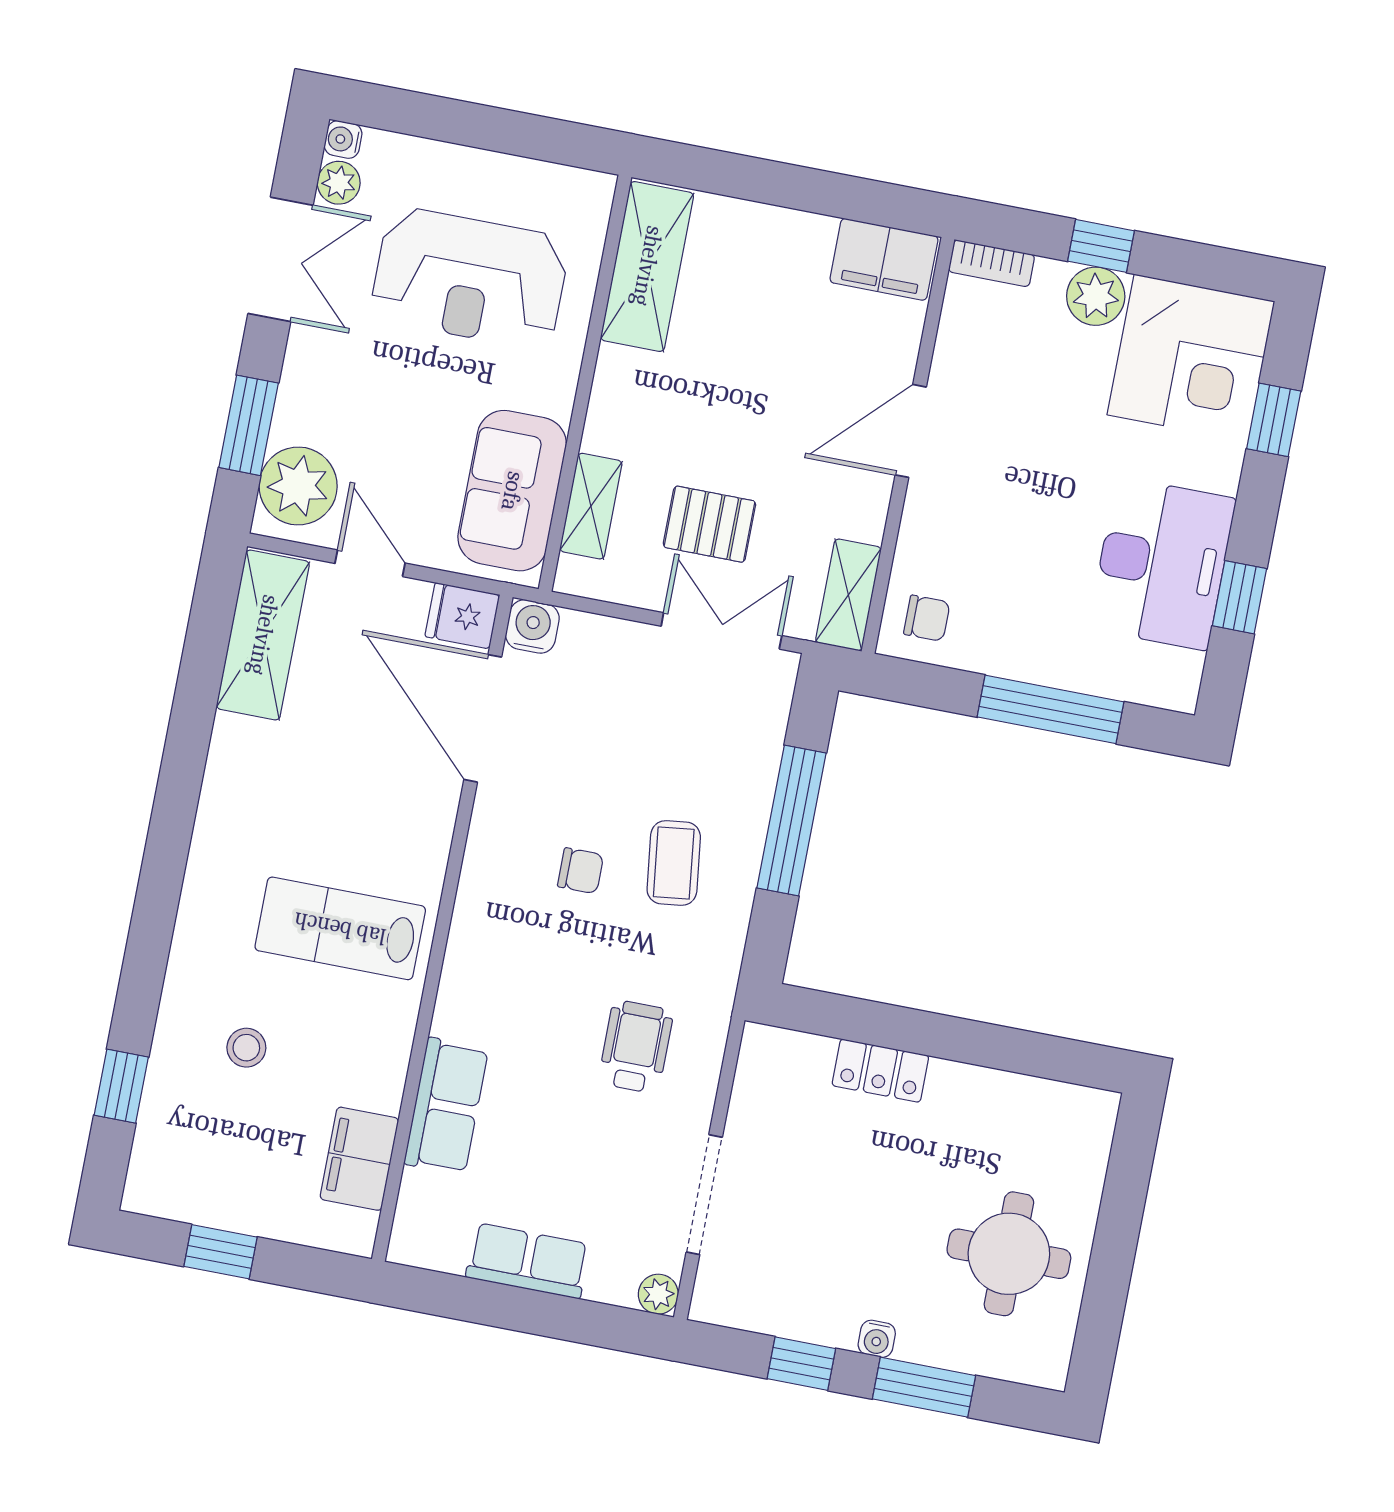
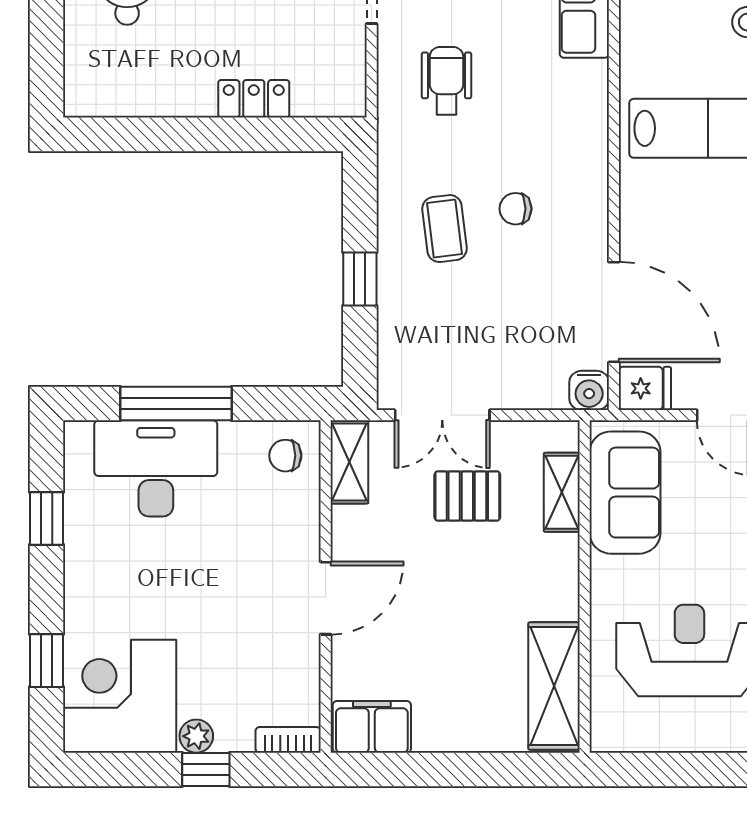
plant: (1096, 296) -> (196, 736), width x0.73, depth x0.73
desk: (1162, 564) -> (156, 468), moved, turned 90
window: (791, 820) -> (360, 279), width x0.46
wheelchair: (636, 1047) -> (446, 81), turned 180

